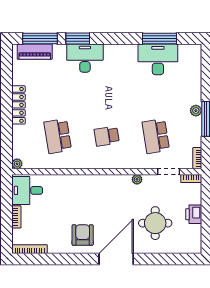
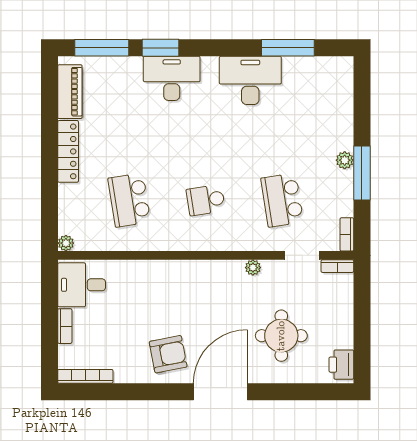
piano: (35, 52) -> (70, 92), moved, turned -90
desk: (158, 59) -> (250, 80), moved
printer: (194, 214) -> (341, 365), moved
armchair: (83, 235) -> (168, 354), turned 79

